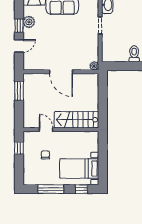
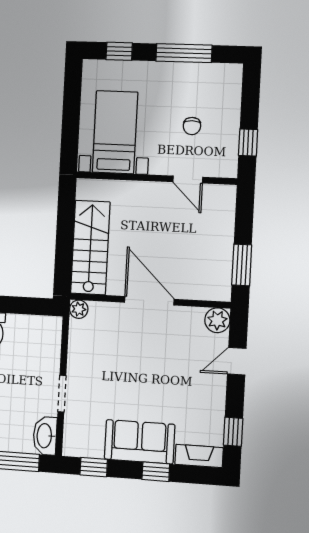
plant: (29, 22) -> (217, 320), moved
window: (19, 26) -> (233, 432), moved
stairs: (77, 120) -> (90, 248), moved, turned -90
bed with nightstands: (79, 169) -> (115, 132), moved, turned -90

